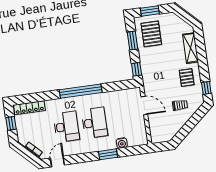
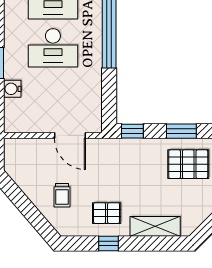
window: (206, 88) -> (109, 244), moved
door: (144, 105) -> (70, 135), hinge flipped

